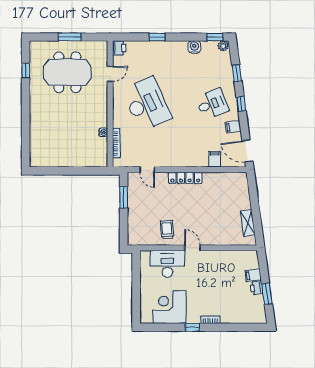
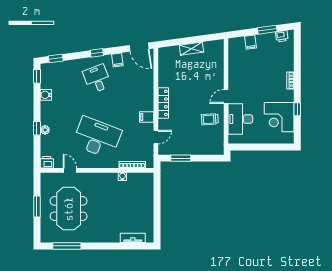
plant: (223, 46) -> (45, 130), moved
window: (26, 70) -> (67, 246), width x2.17
window: (237, 73) -> (56, 58), moved
desk: (147, 104) -> (97, 138), turned 45
tv unit: (35, 144) -> (133, 238), added
door: (248, 151) -> (139, 47), hinge flipped
filing cabinet: (215, 159) -> (147, 117), moved
shelving: (248, 223) -> (191, 49), moved
printer: (257, 288) -> (282, 36), moved
window: (192, 327) -> (297, 109), moved

